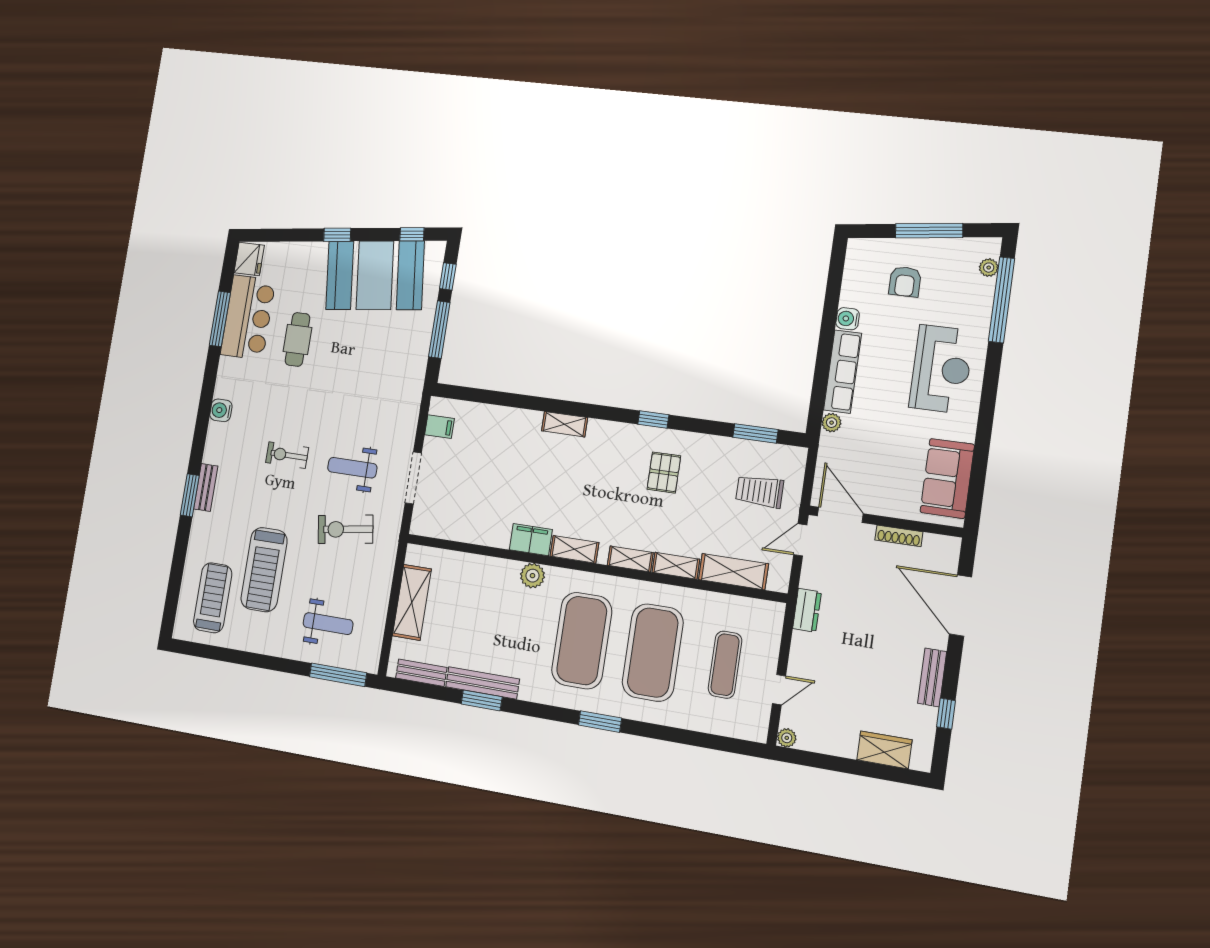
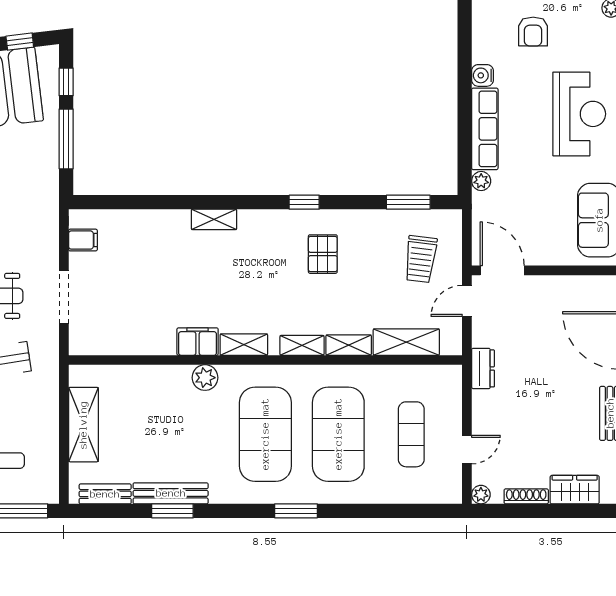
trolley: (760, 491) -> (421, 259), turned -83
shoe rack: (899, 536) -> (526, 496), moved, turned 180

